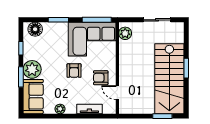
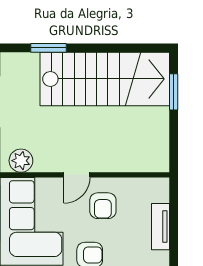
window: (186, 68) -> (49, 48), moved
door: (117, 93) -> (77, 175), moved

